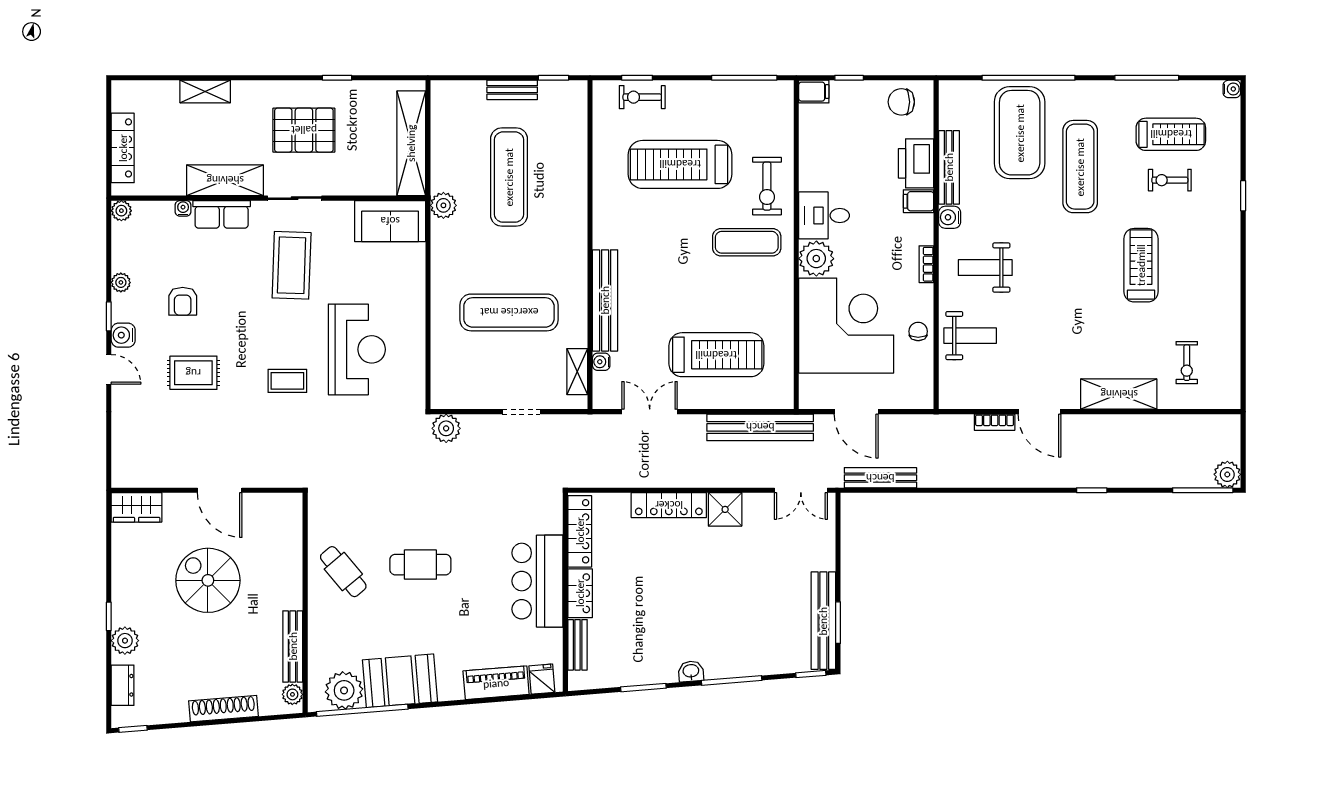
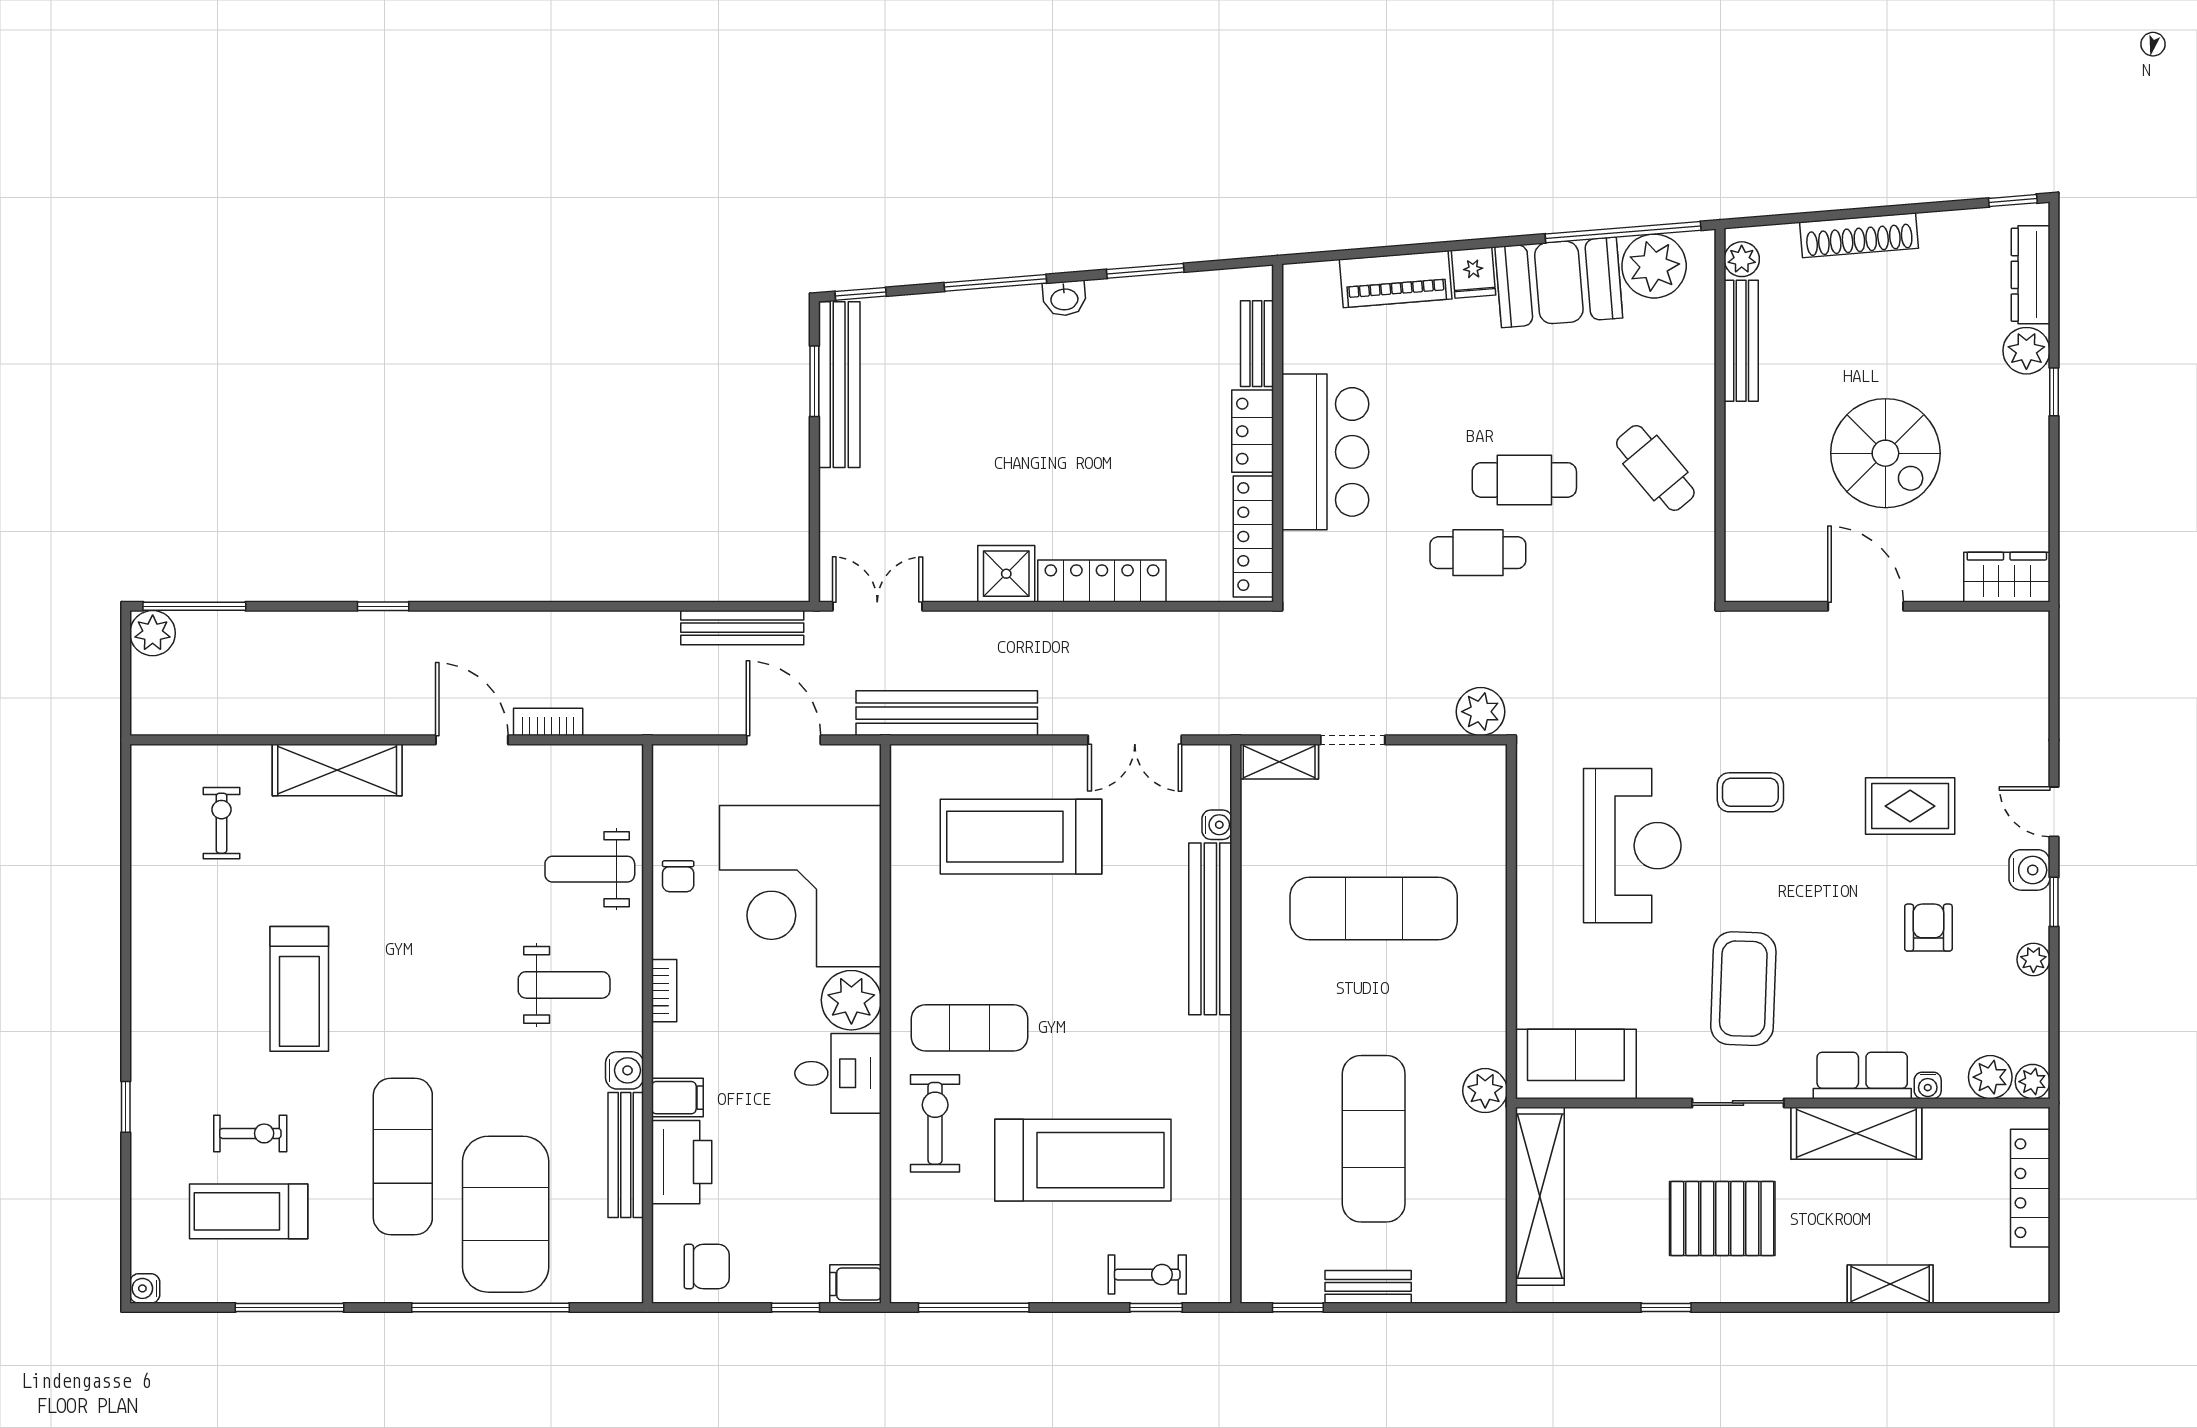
plant: (146, 213) -> (1990, 1077), added
reception desk: (357, 349) -> (1632, 846), turned 180
shelving: (577, 372) -> (1279, 762), moved, turned 90
cafe table: (448, 522) -> (1478, 553), added
fridge: (542, 679) -> (1473, 273), moved
dresser: (123, 685) -> (2031, 275), width x1.44

